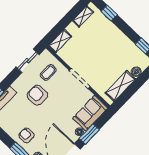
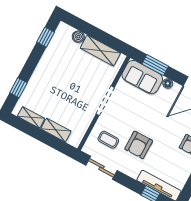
shelving: (60, 41) -> (56, 130), moved
window: (89, 134) -> (155, 65), moved

